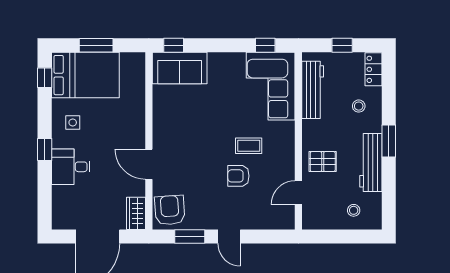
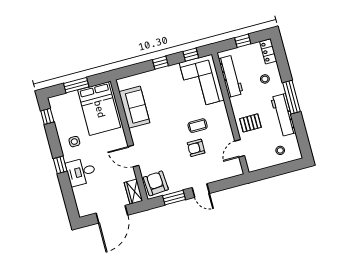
window: (174, 45) -> (160, 63), moved
sofa: (180, 68) -> (134, 107), moved, turned -90
bed: (85, 75) -> (99, 109), moved, turned 90
window: (389, 141) -> (291, 97), width x1.44

